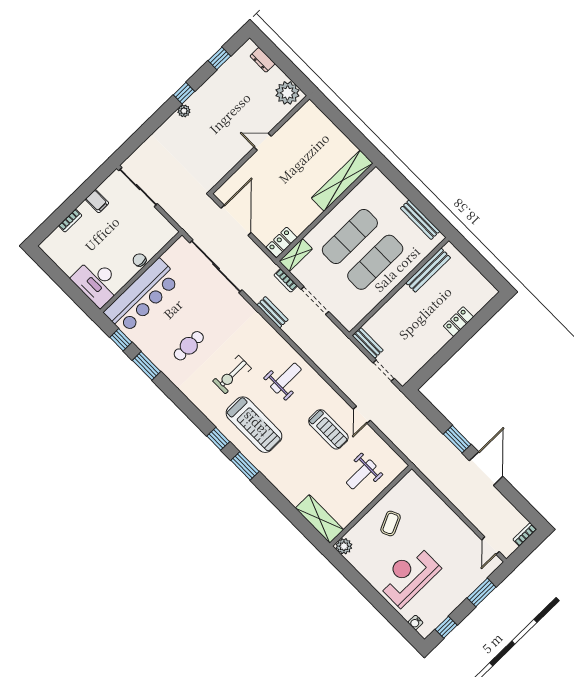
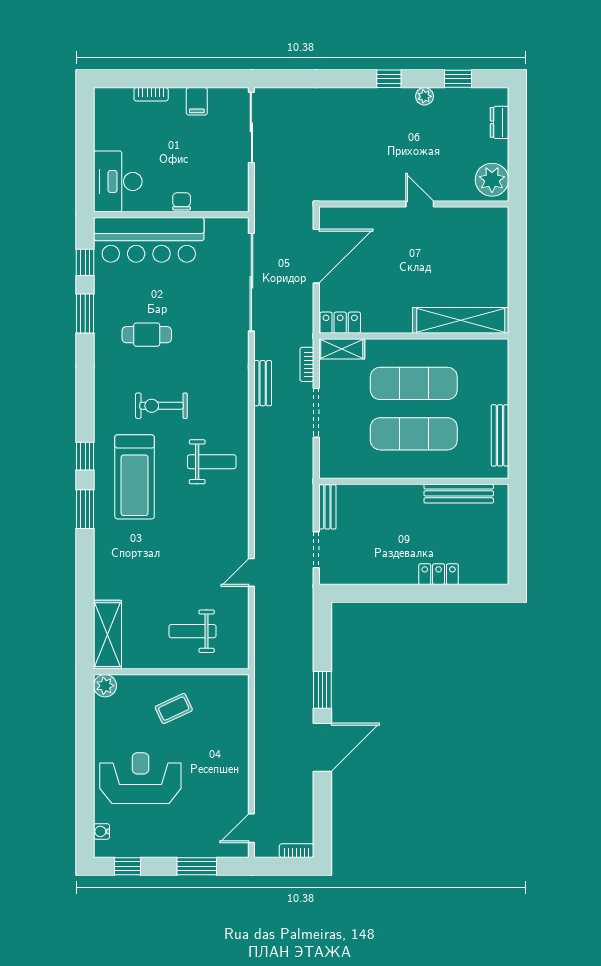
plant: (184, 111) -> (424, 96), moved
treadmill: (328, 429) -> (204, 554), removed

